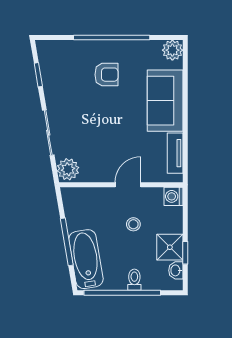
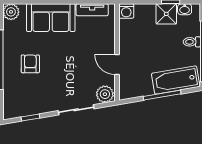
door: (128, 185) -> (117, 64), moved
stool: (133, 224) -> (148, 43), removed

